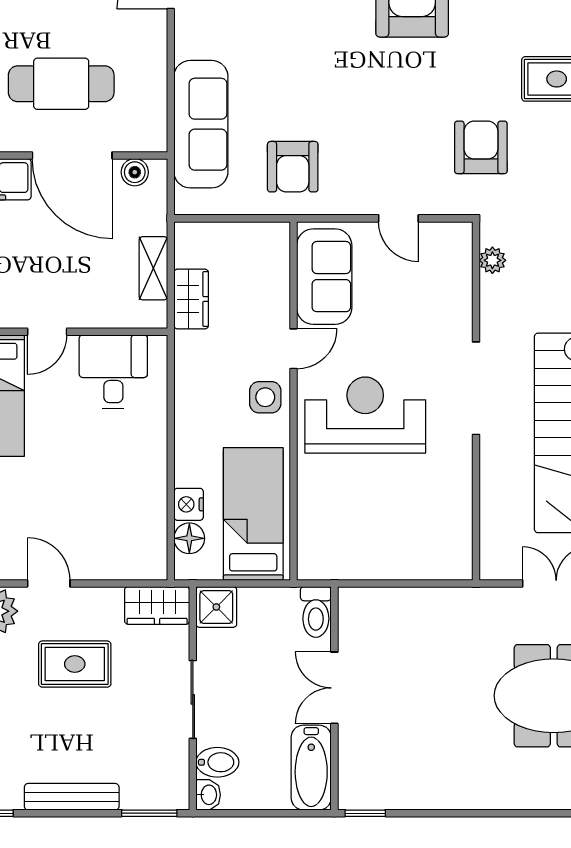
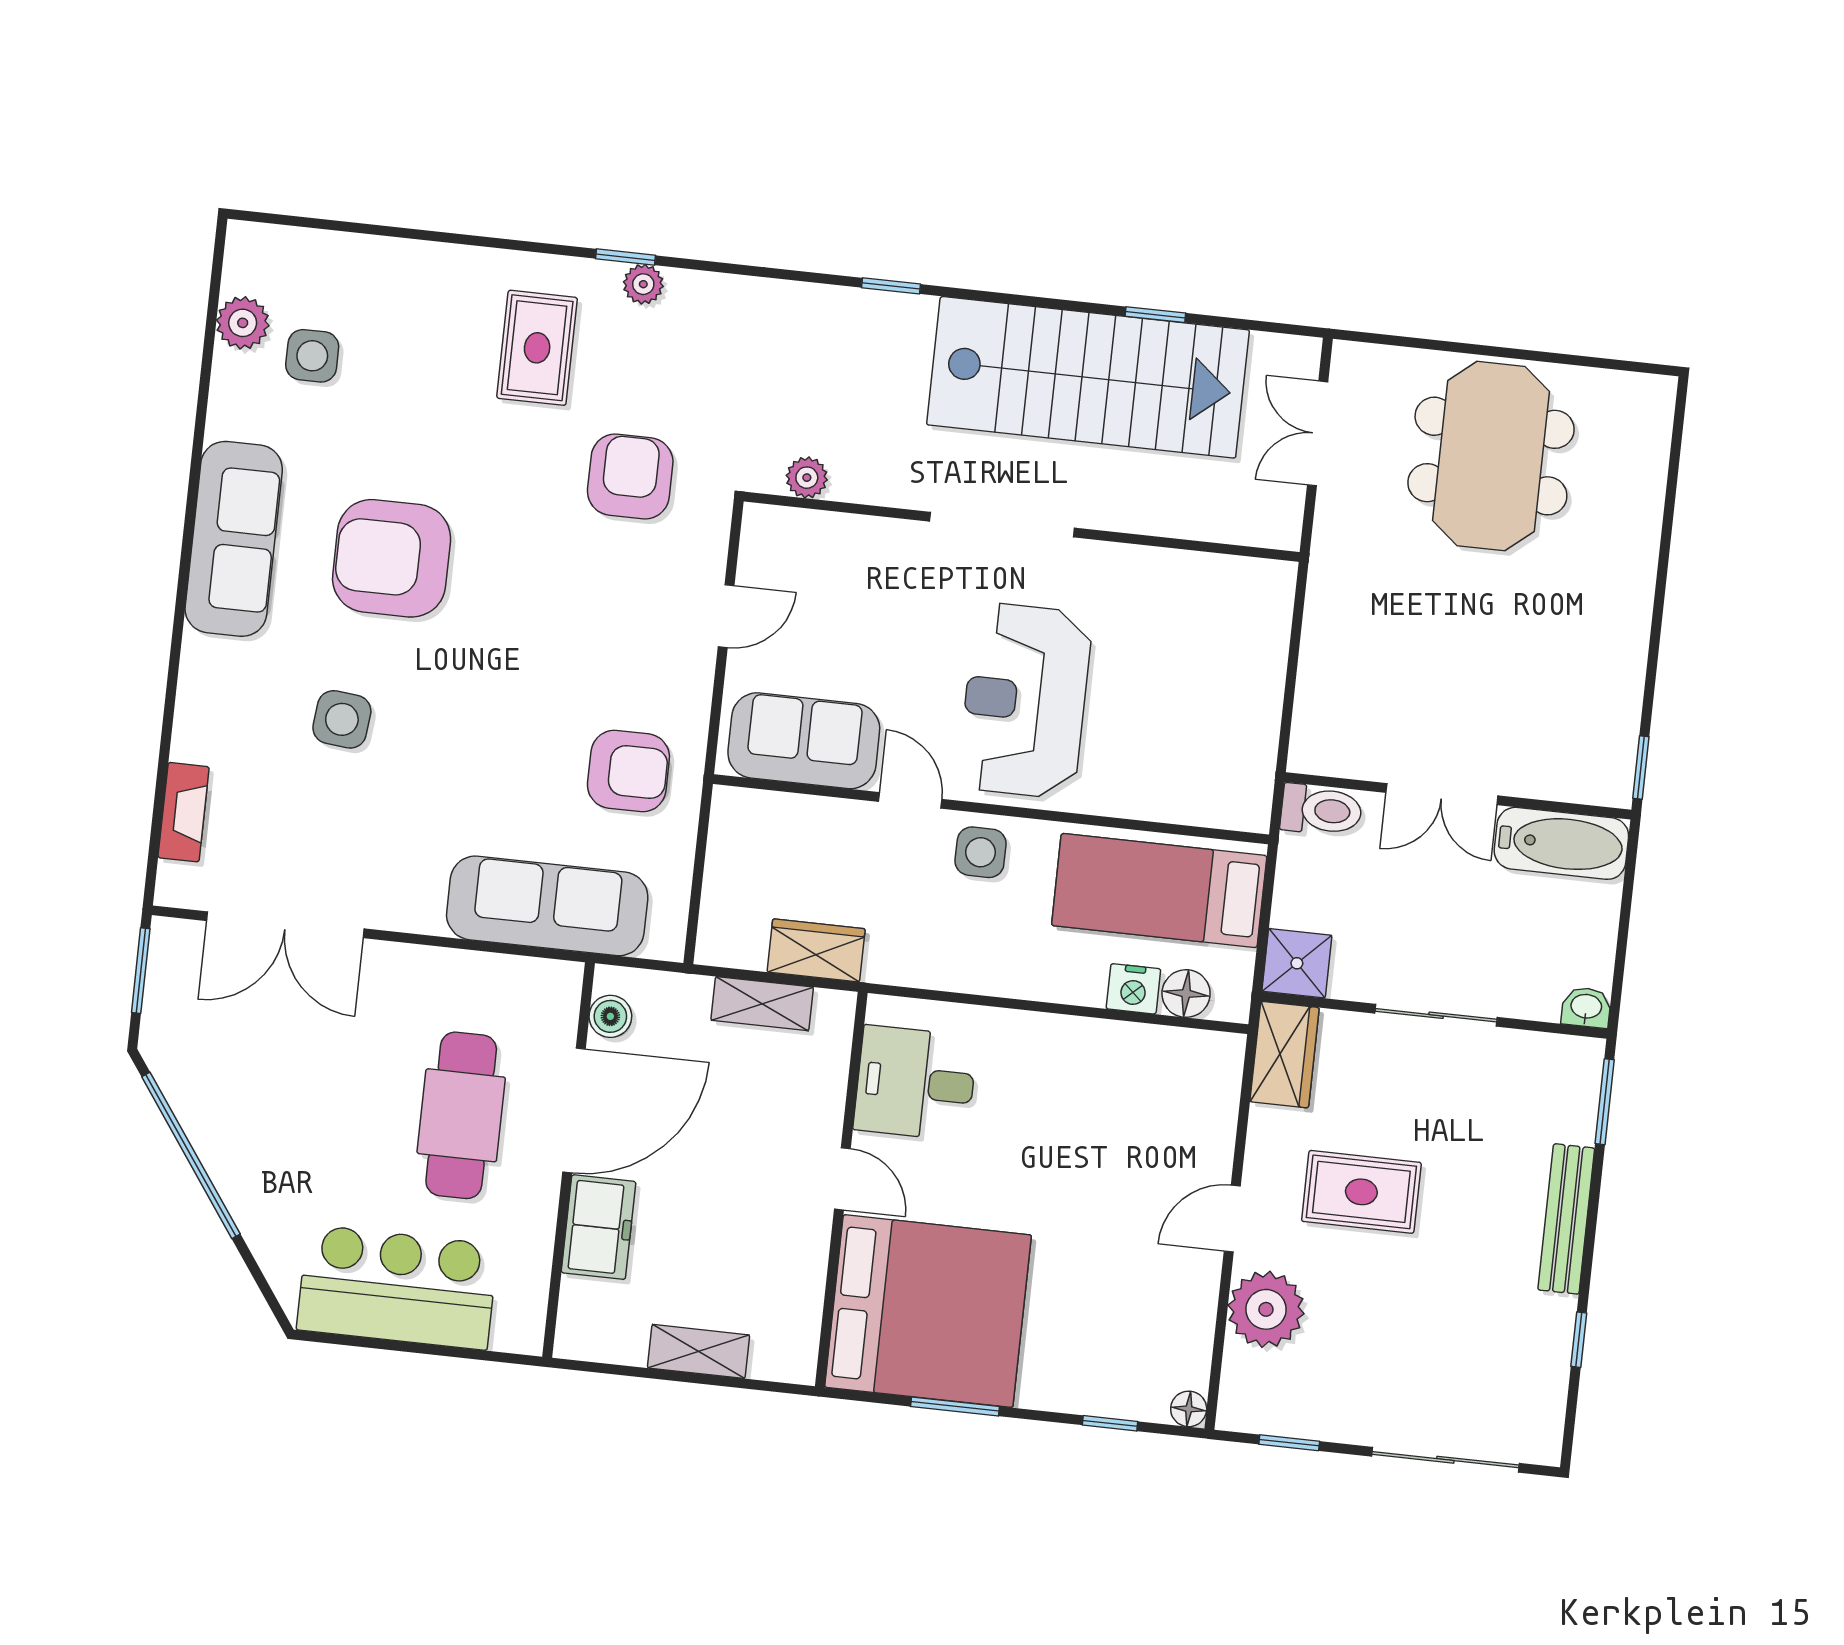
armchair: (481, 147) -> (630, 477), turned 90
rug: (75, 664) -> (1361, 1192), turned 90
bidet: (217, 762) -> (1537, 988), removed

